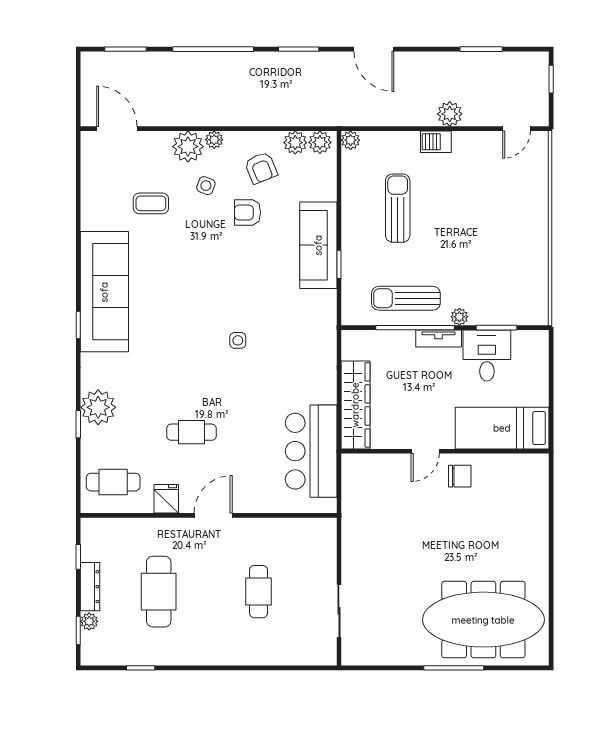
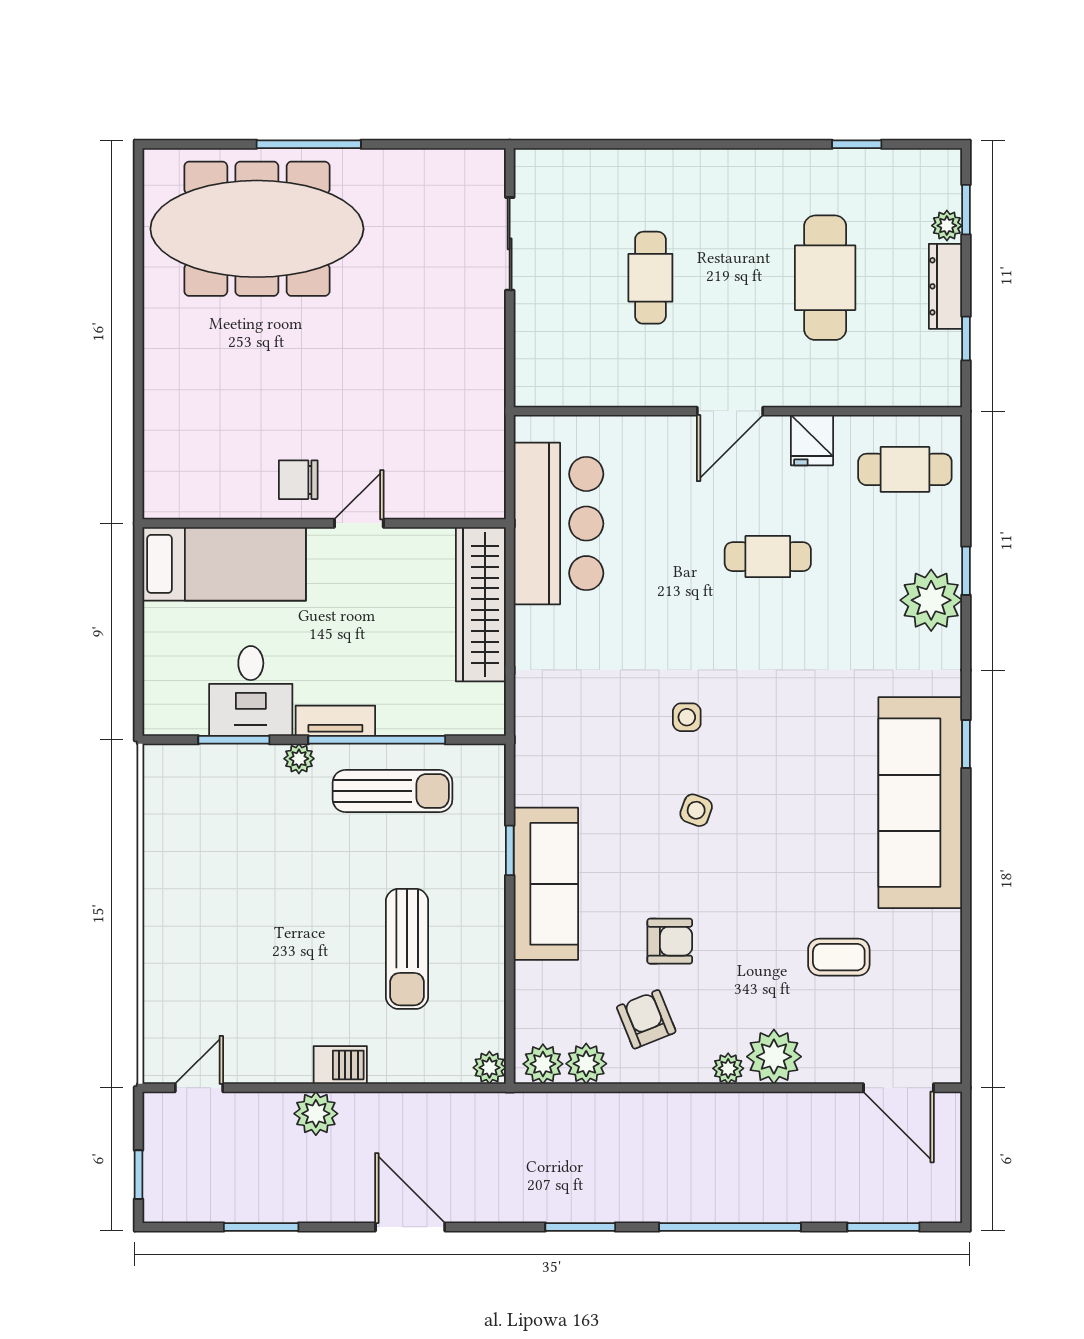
door: (374, 49) -> (410, 1227), moved
side table: (206, 186) -> (696, 810), moved

